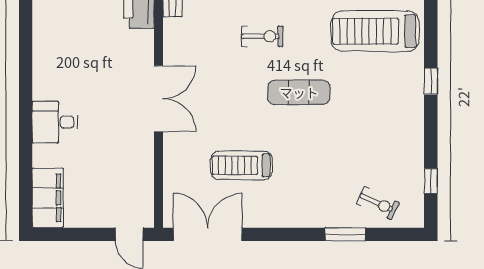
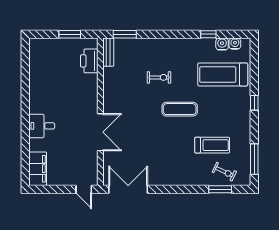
double door: (159, 99) -> (100, 132), moved
treadmill: (241, 165) -> (212, 145), moved, turned 180
window: (431, 181) -> (254, 159), width x2.17
window: (345, 234) -> (220, 189), moved

